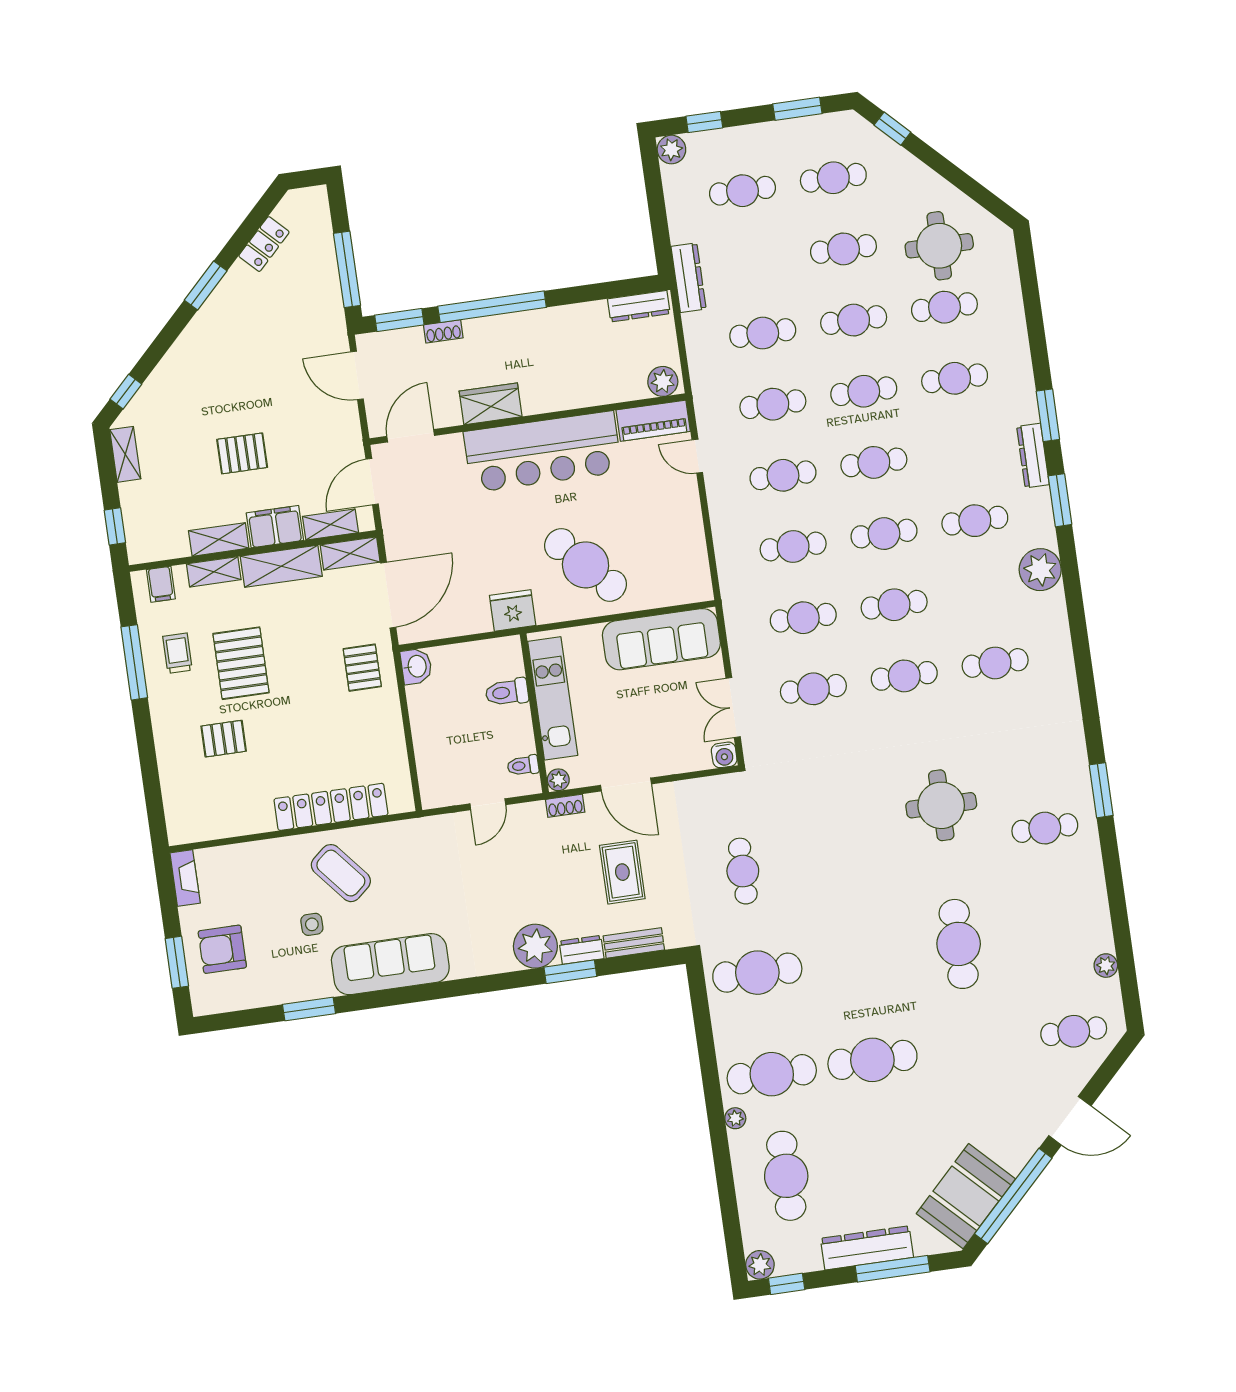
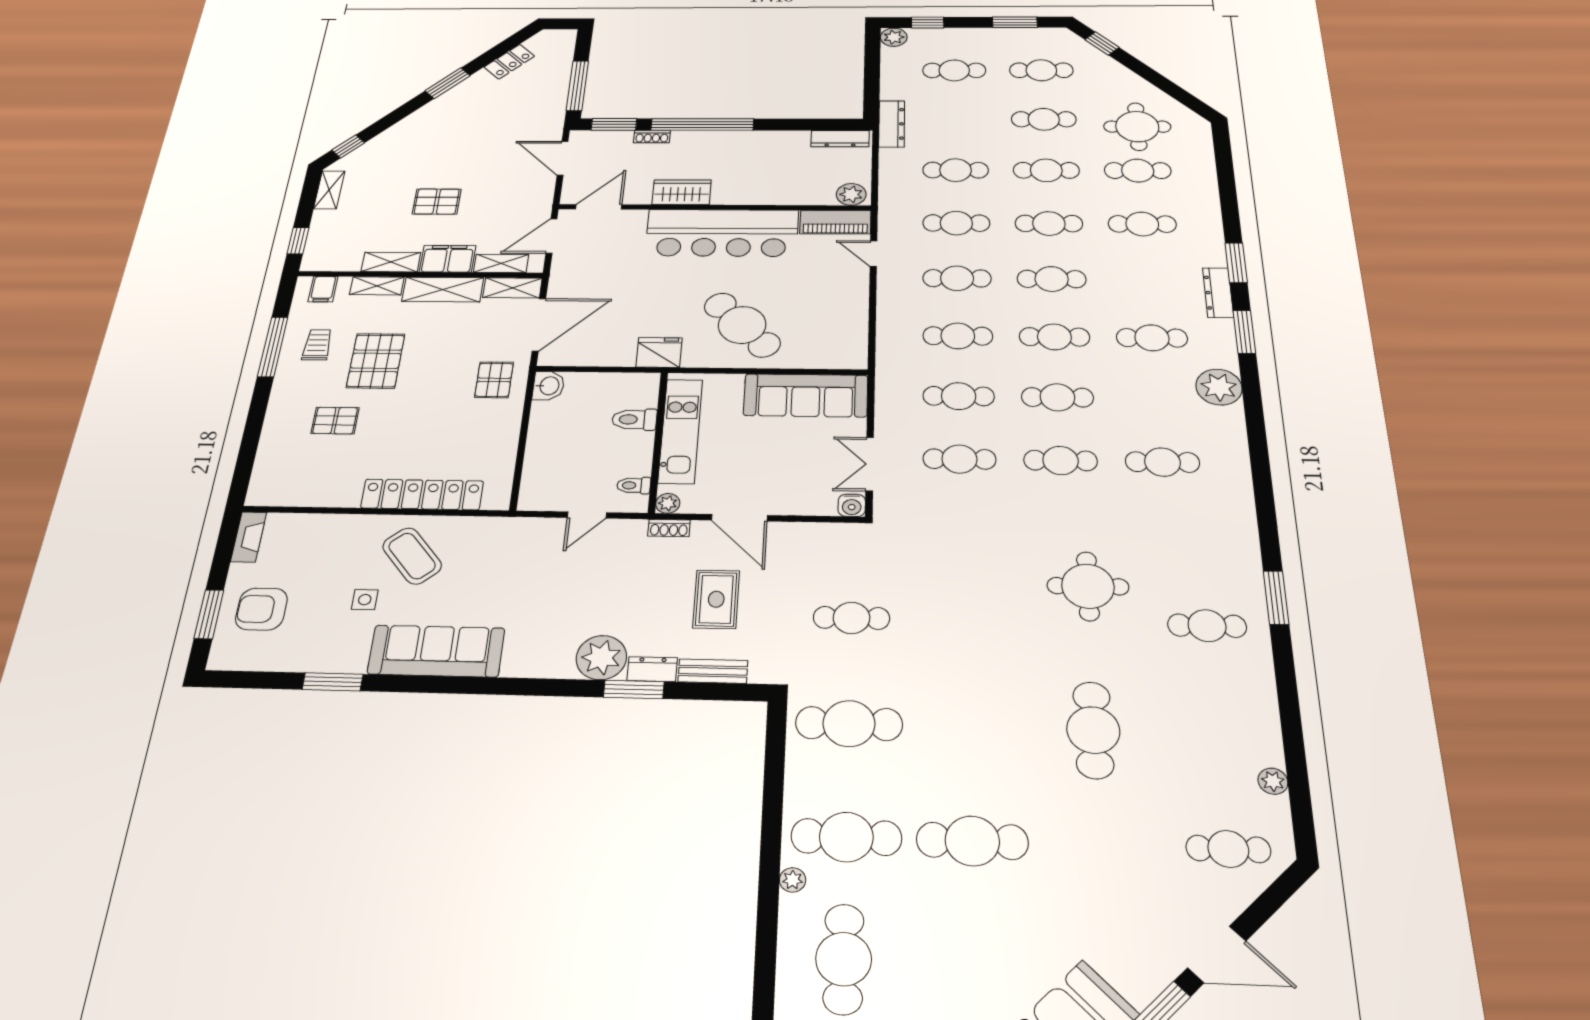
cafe table: (743, 871) -> (851, 618), turned 90

